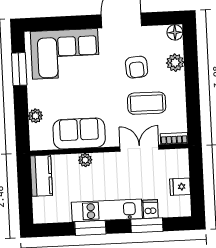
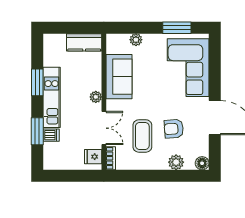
plant: (85, 160) -> (96, 97), moved
fridge: (180, 187) -> (93, 157), moved, turned -90

